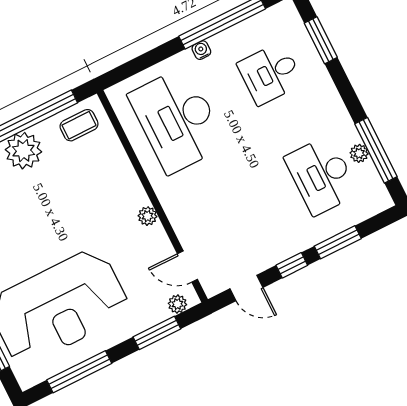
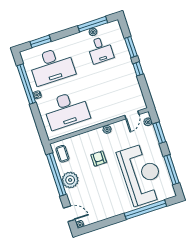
desk: (270, 73) -> (52, 66), width x1.87, depth x1.30
desk: (321, 175) -> (100, 50), width x0.73
armchair: (80, 207) -> (99, 158), added
door: (246, 288) -> (145, 90), removed

